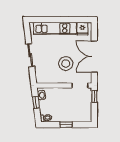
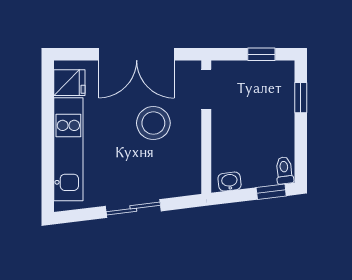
window: (94, 96) -> (261, 54), moved
window: (36, 102) -> (271, 192), moved
window: (66, 125) -> (301, 98), moved

